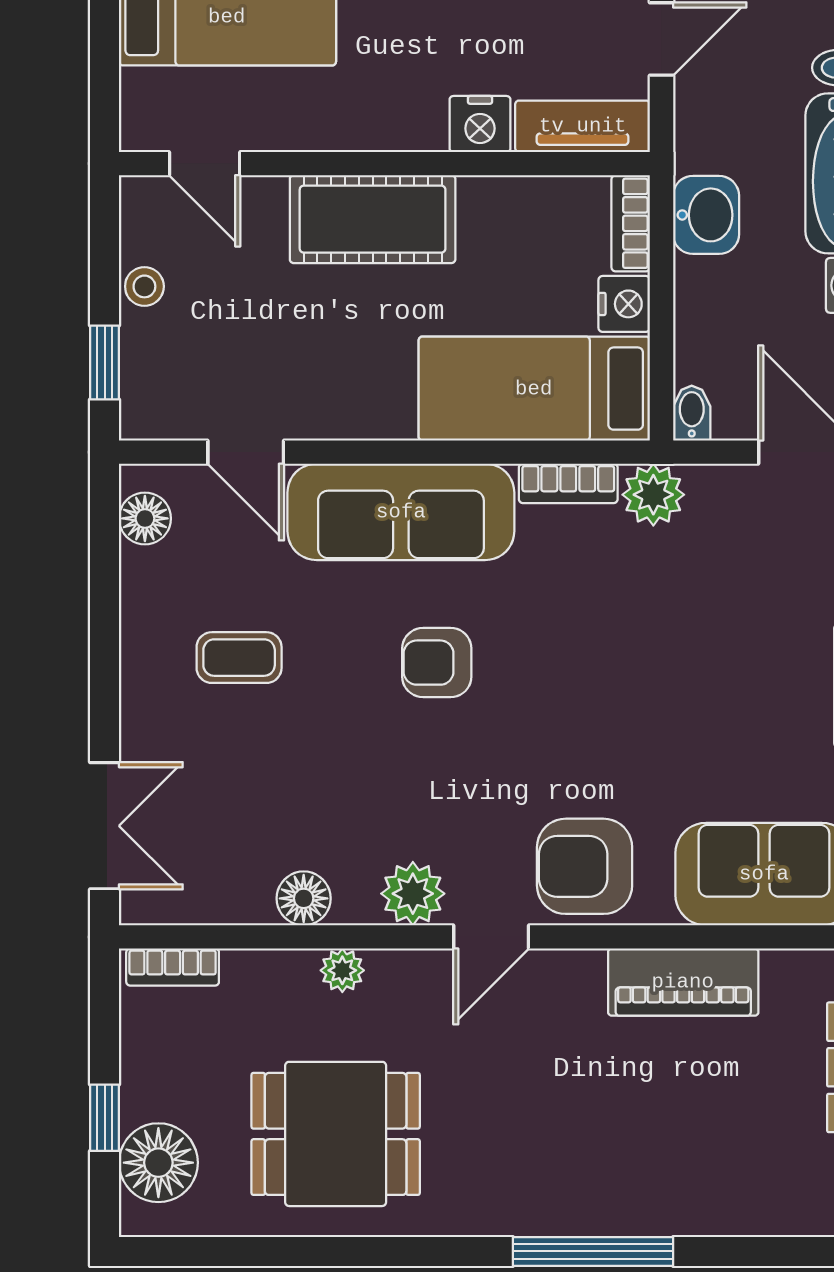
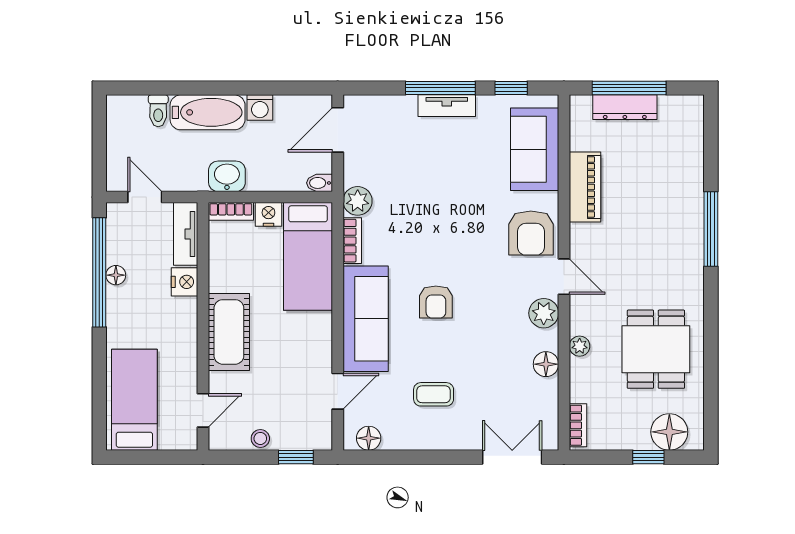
coffee table: (239, 658) -> (434, 394), turned 90

